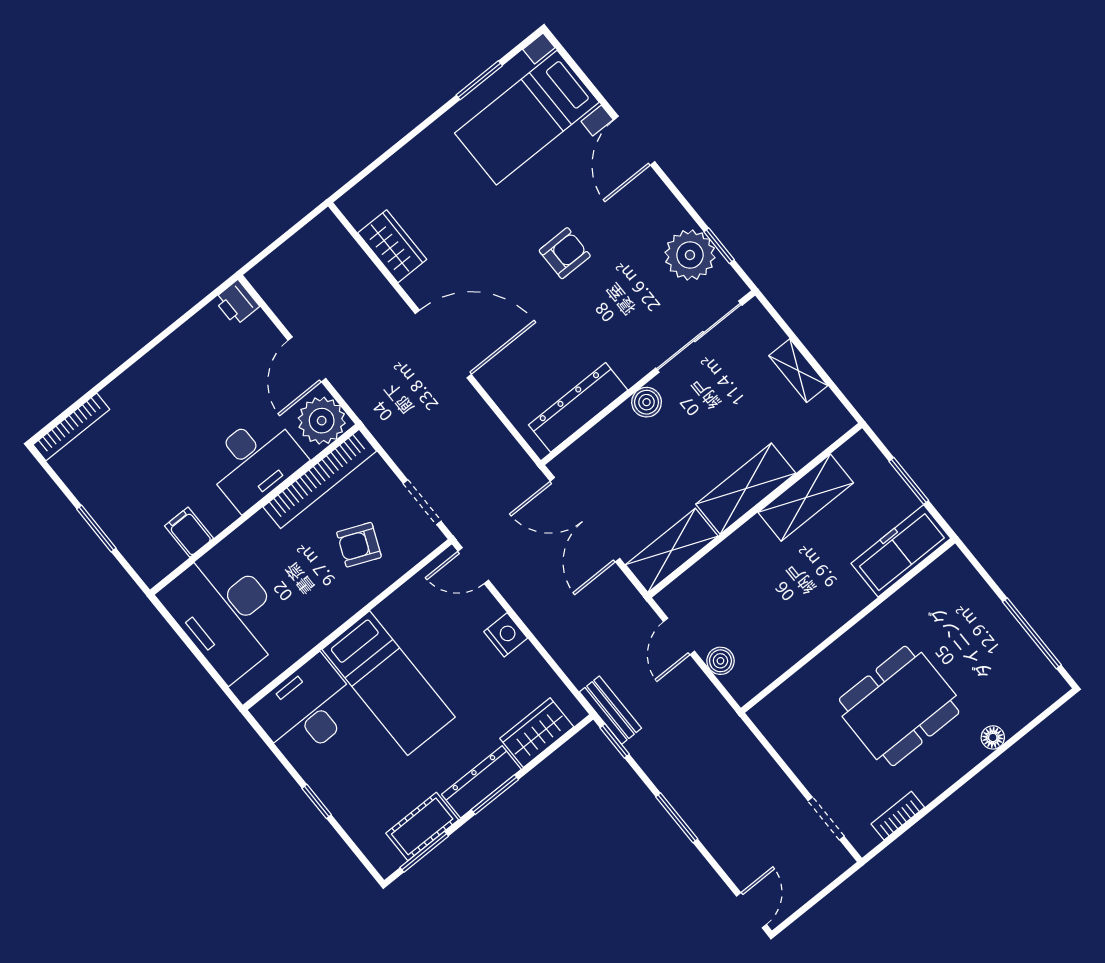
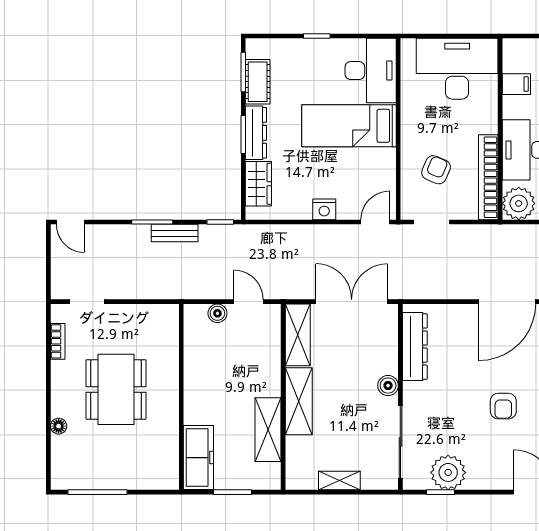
bench: (610, 710) -> (175, 233), moved

